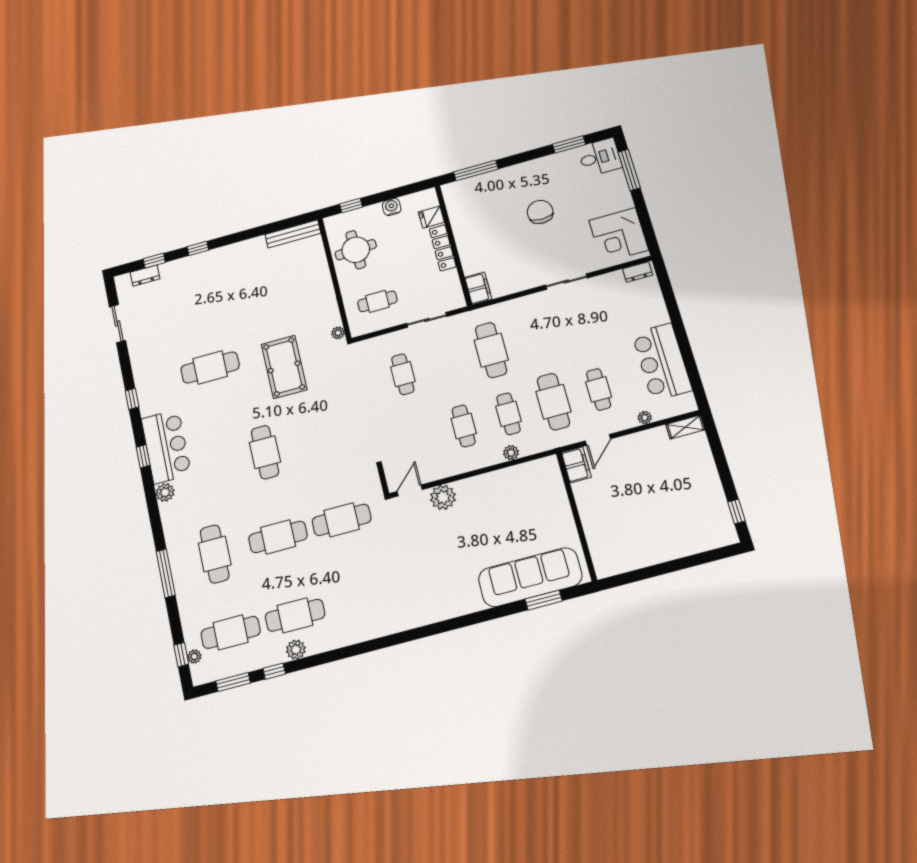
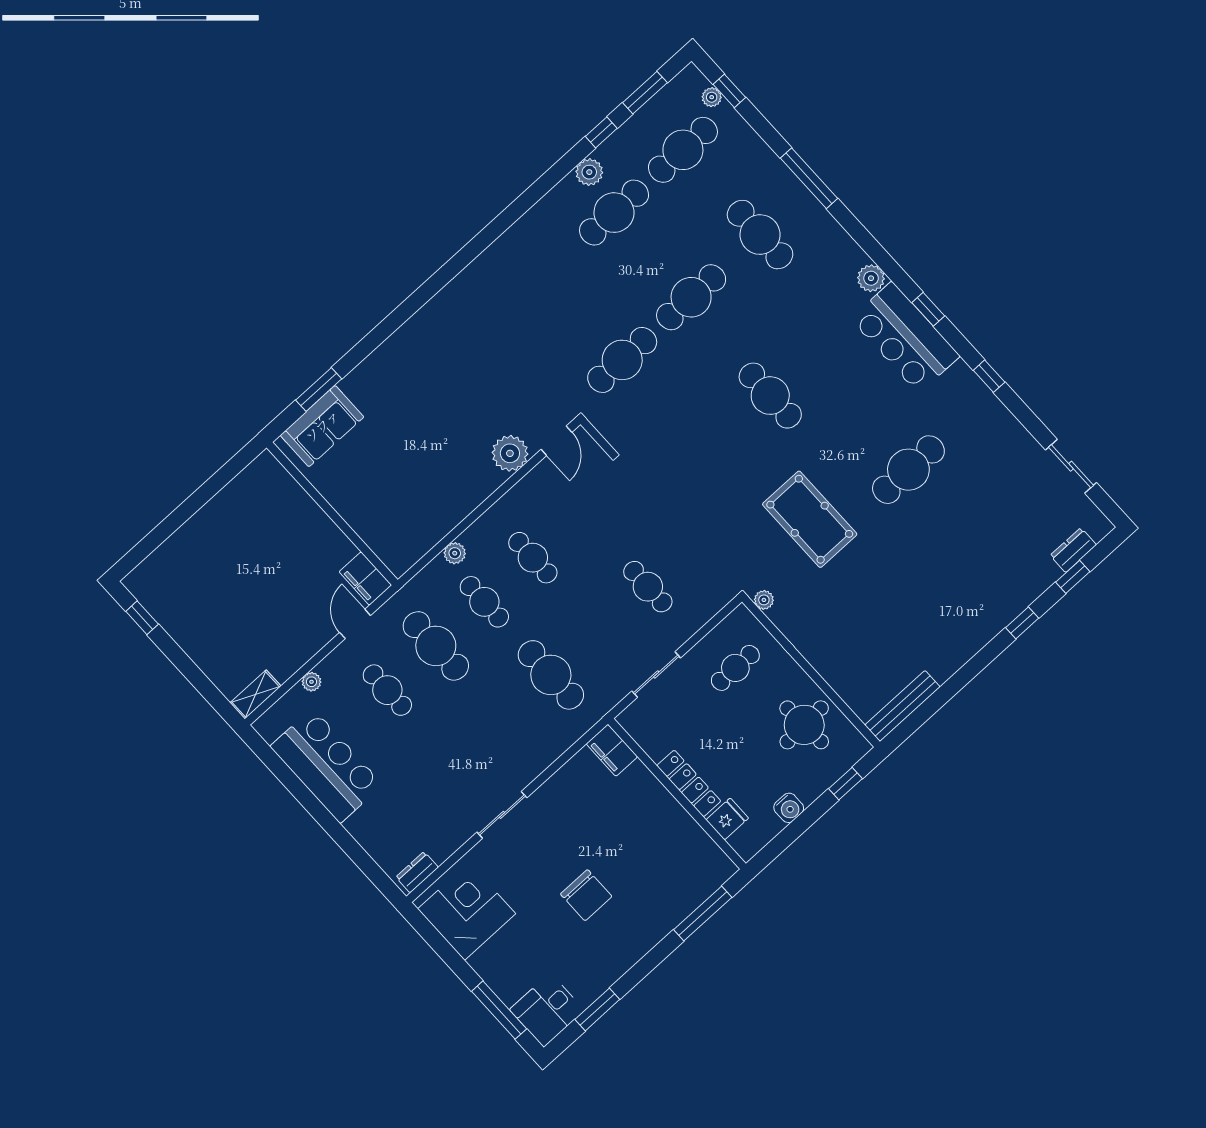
sofa: (530, 577) -> (322, 426), width x0.54, depth x0.79

